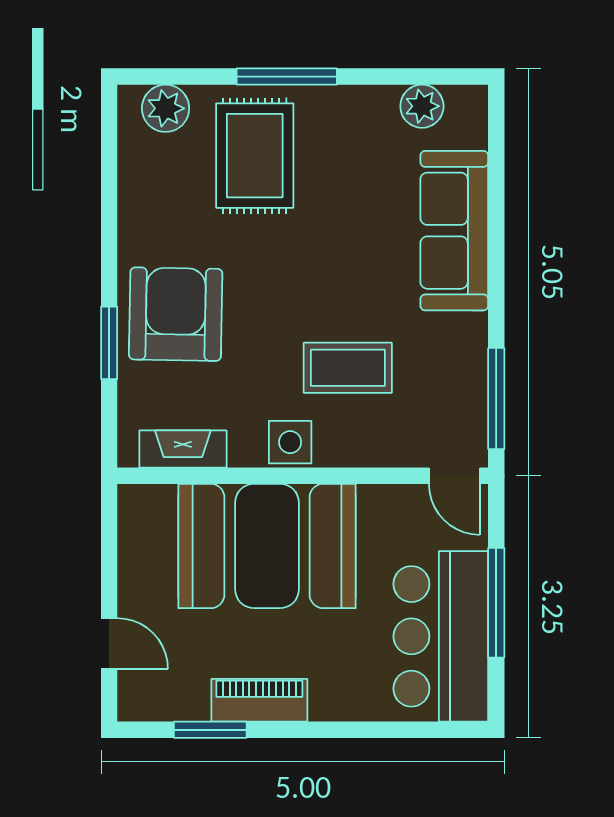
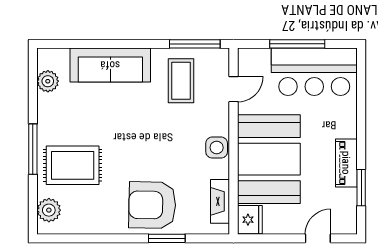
coffee table: (348, 368) -> (181, 81), moved
door: (454, 476) -> (234, 89), moved
fridge: (147, 508) -> (250, 220), added

